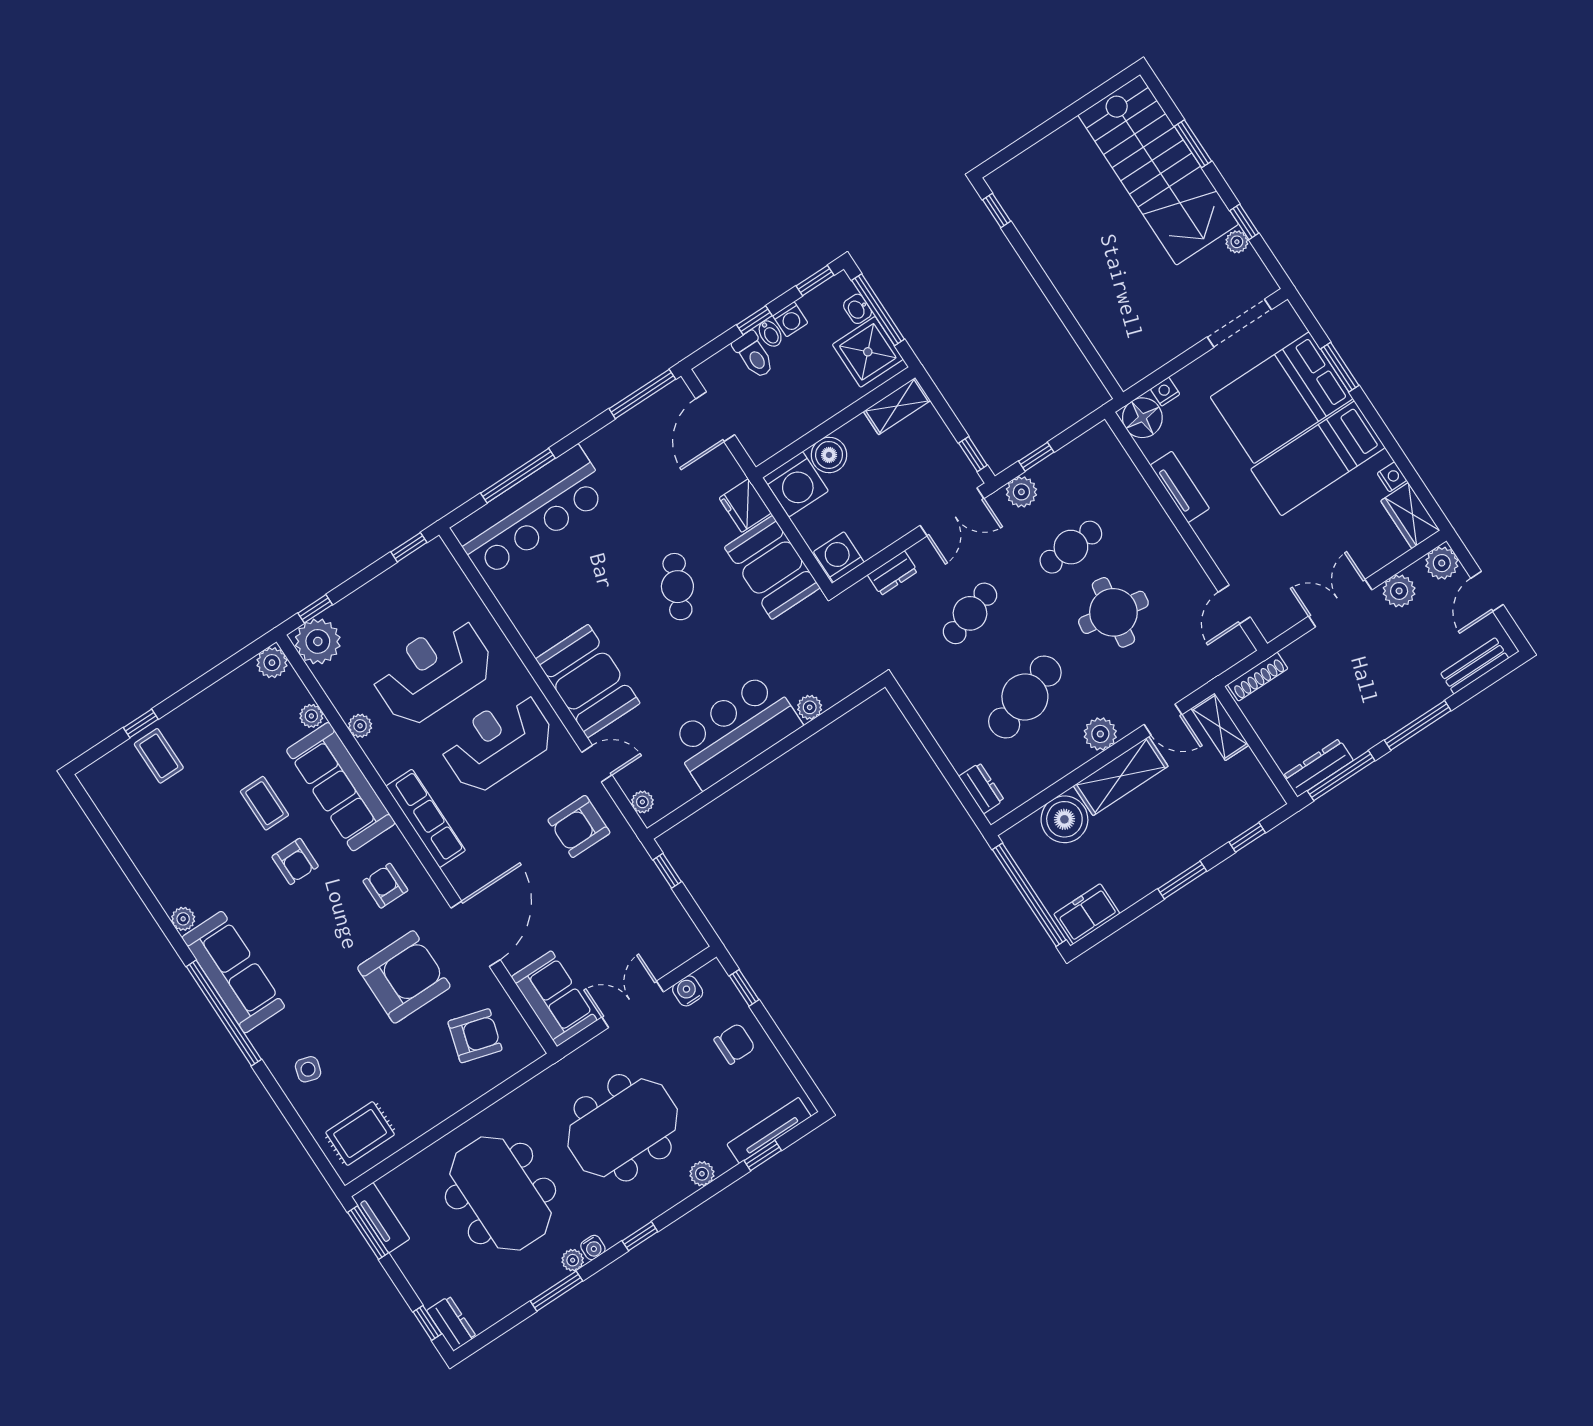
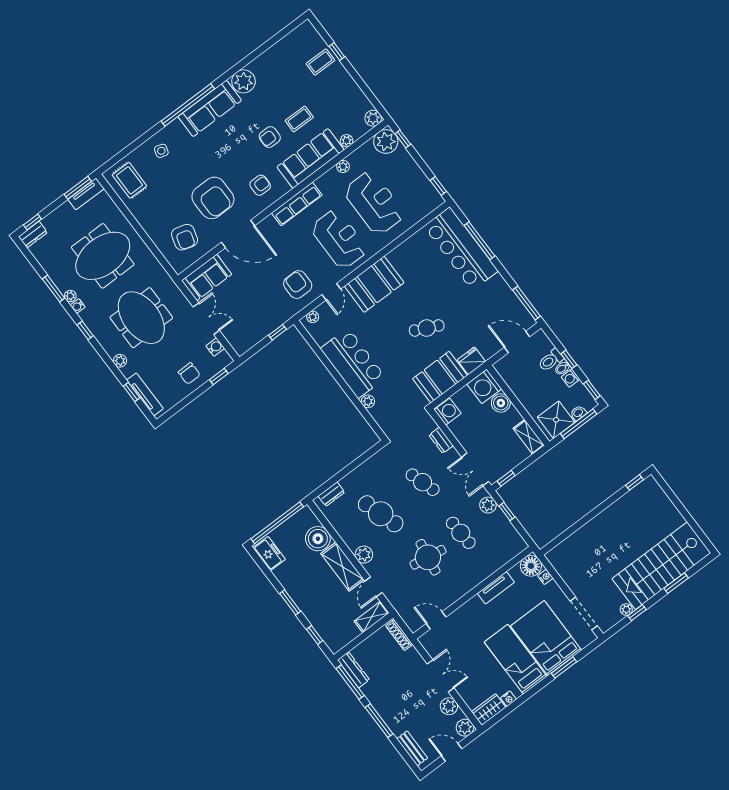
plant: (183, 919) -> (243, 81), width x1.88, depth x1.88

